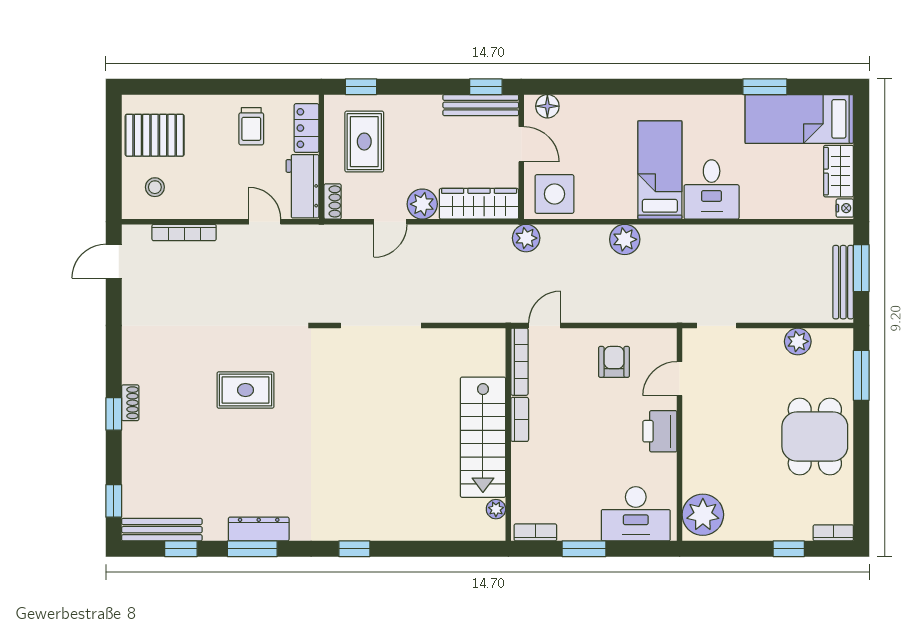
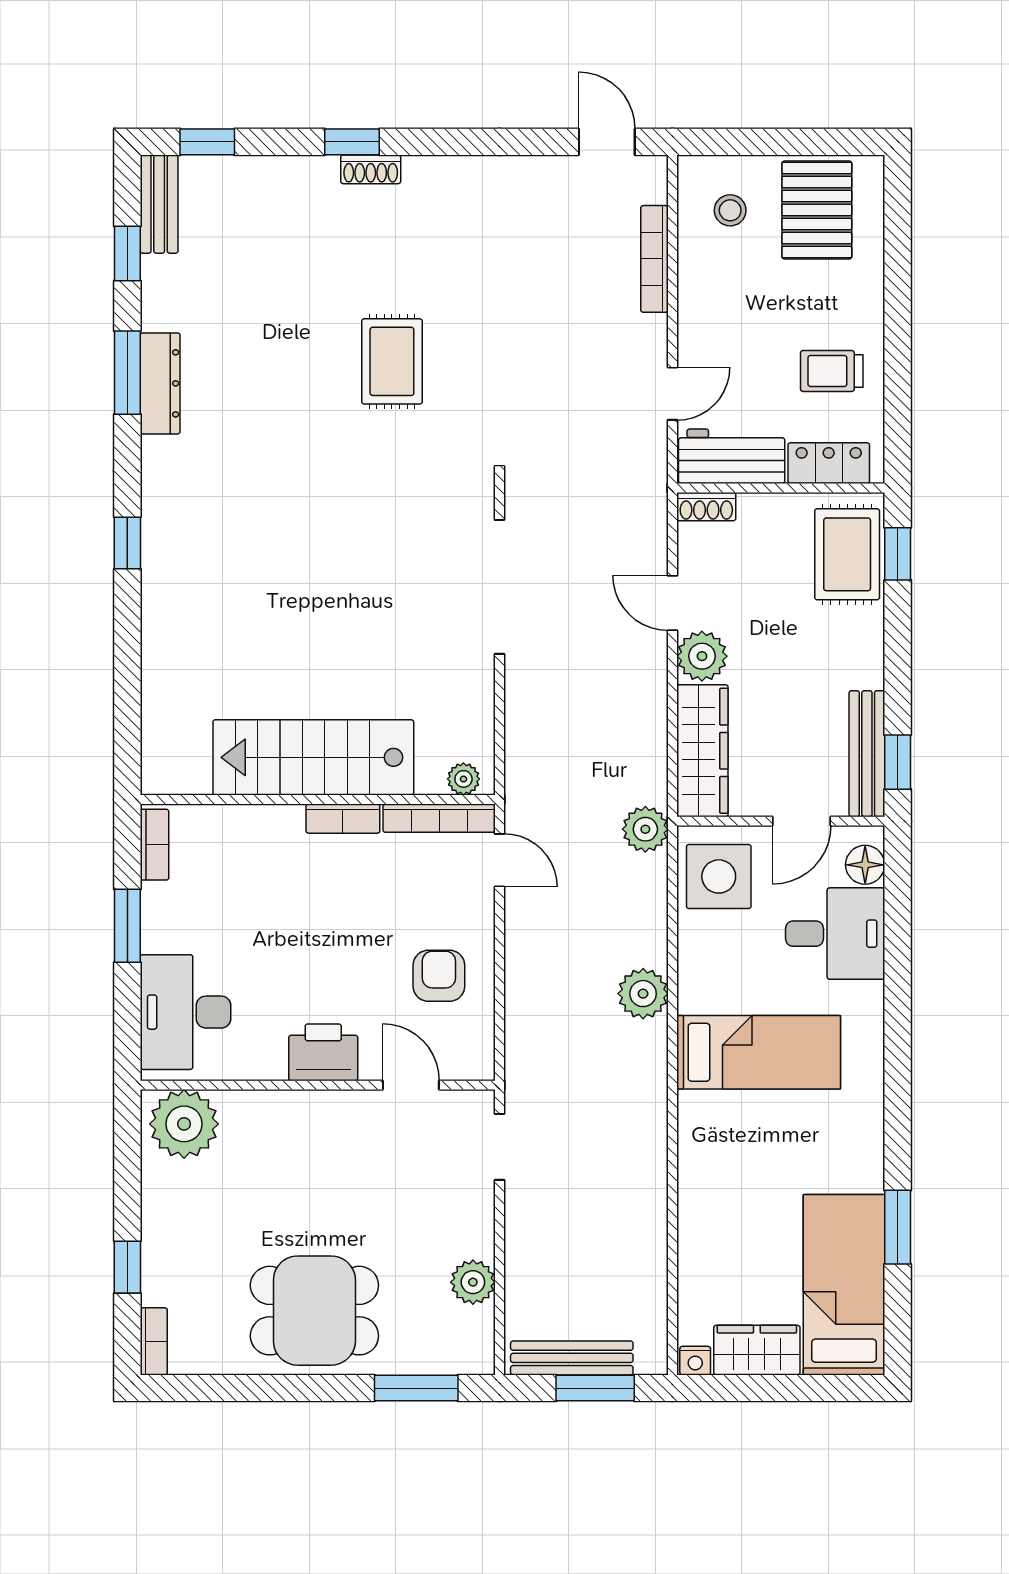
rug: (364, 142) -> (847, 554), moved, turned 90
desk: (712, 189) -> (835, 934), moved, turned 180
armchair: (614, 362) -> (439, 976), turned -90
plant: (496, 509) -> (463, 779), moved
bench: (162, 530) -> (159, 204), width x0.73

